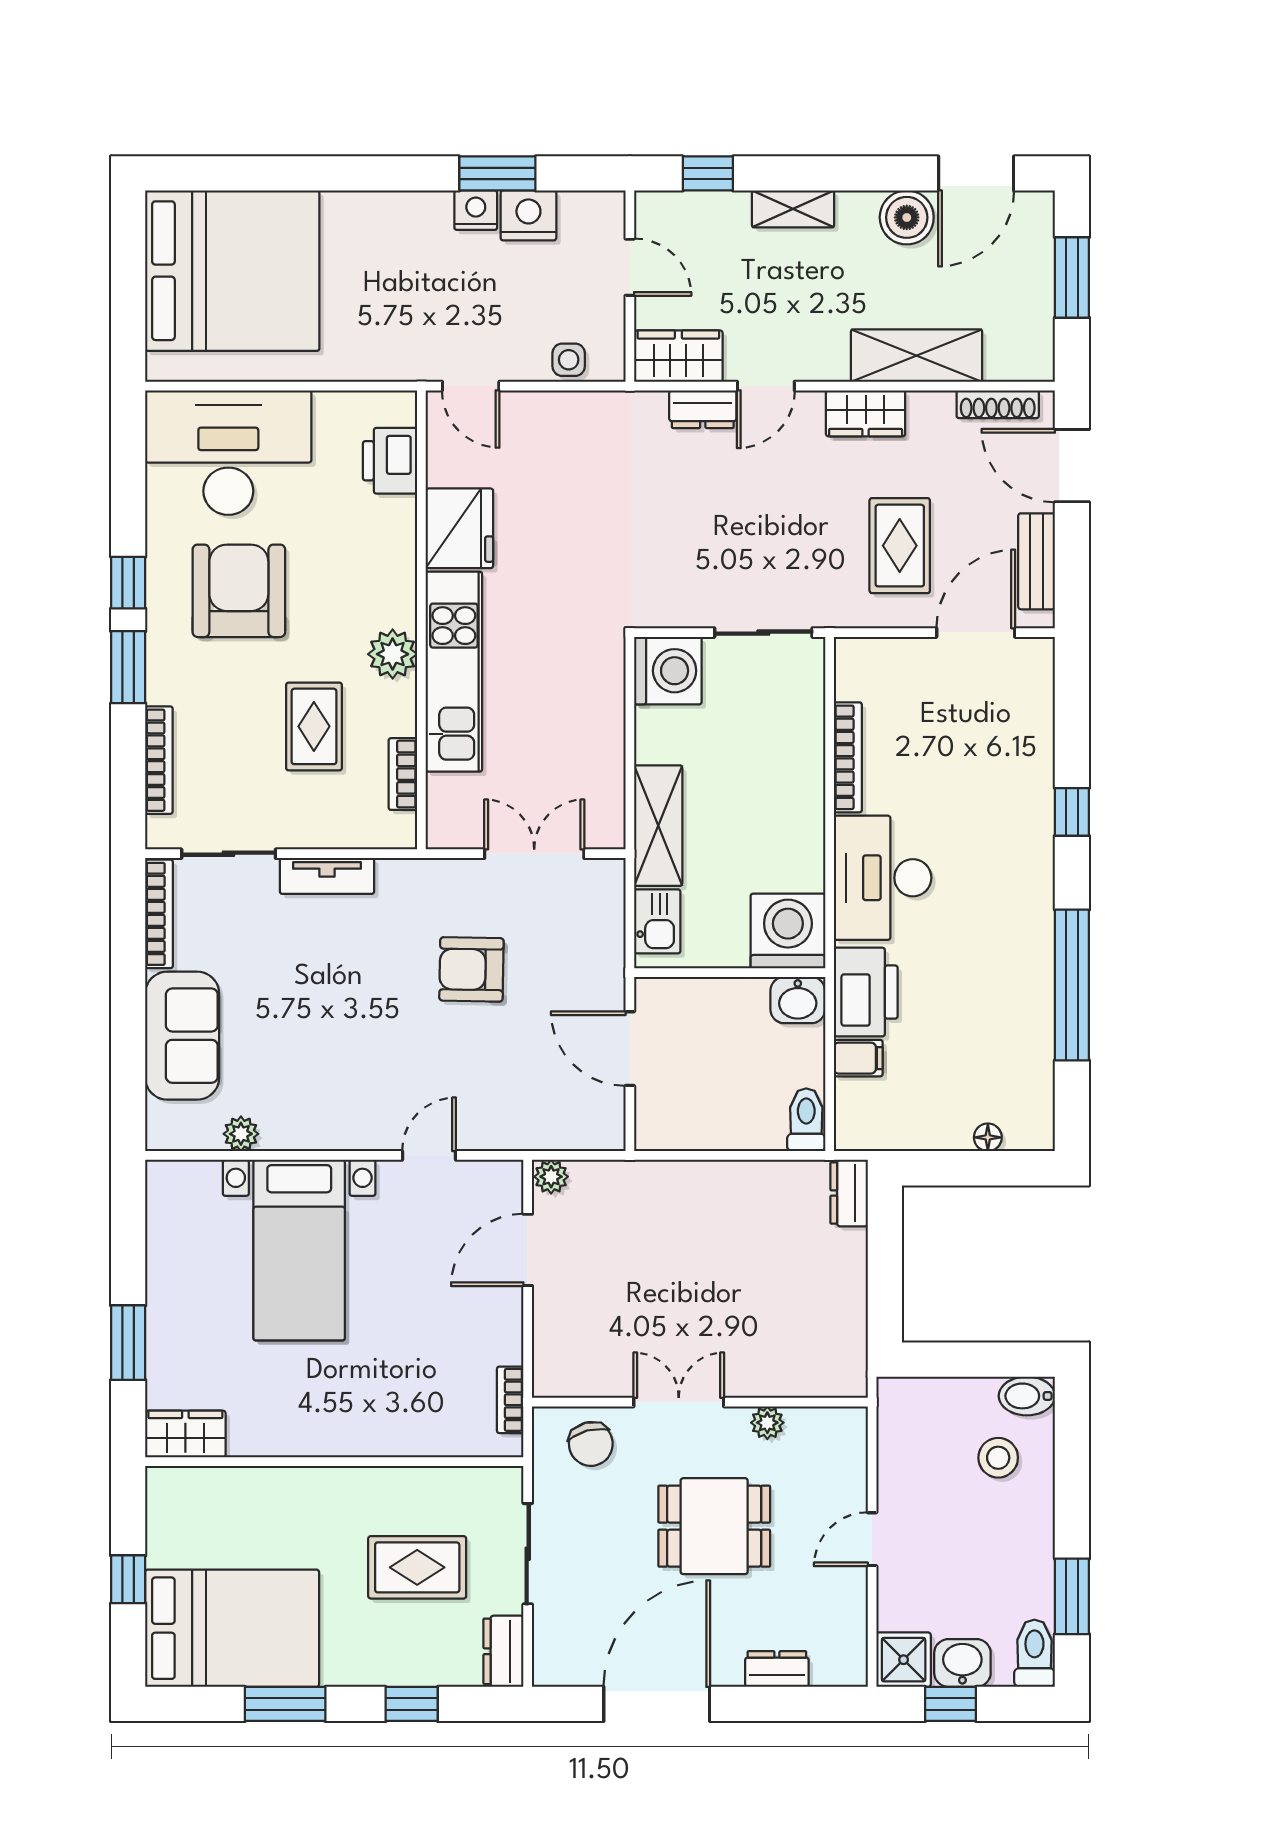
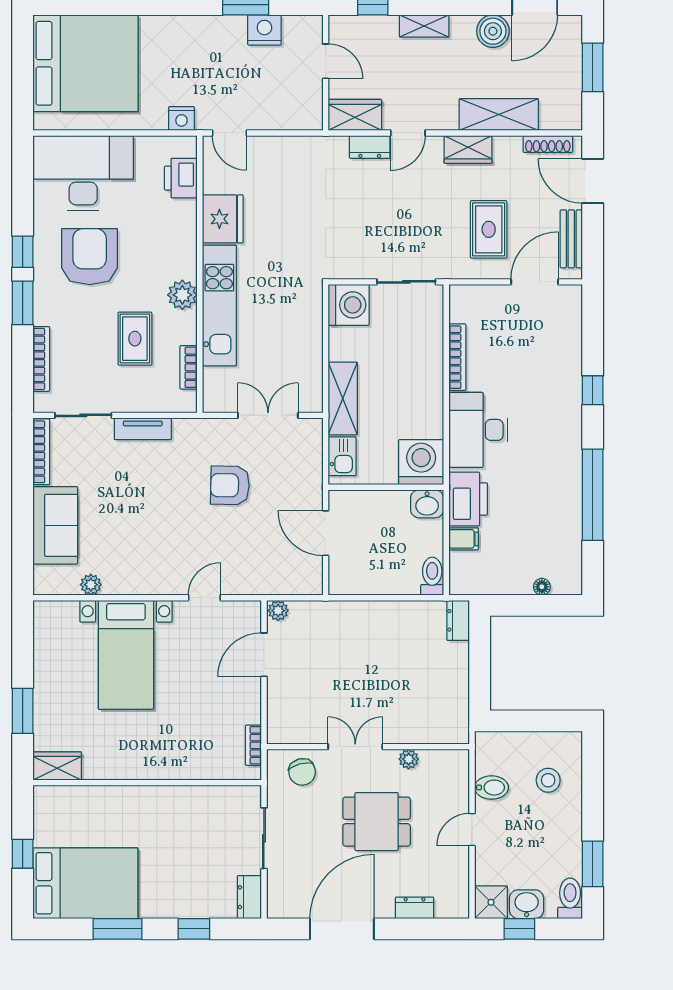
nightstand: (476, 210) -> (182, 118), moved, turned 180
side table: (569, 360) -> (289, 117), removed
bidet: (1027, 1396) -> (491, 788), moved, turned 180
rug: (417, 1567) -> (197, 846), removed

